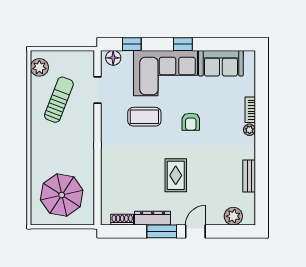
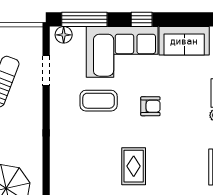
window: (132, 44) -> (84, 19), width x2.17
armchair: (191, 122) -> (150, 106), turned -90

